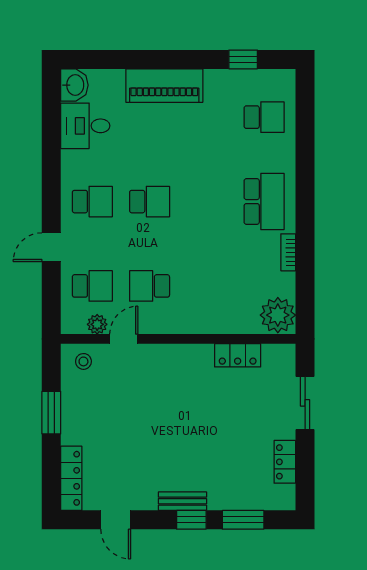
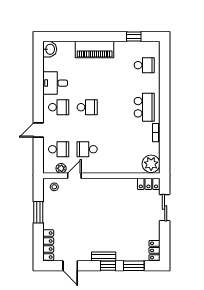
desk: (85, 126) -> (55, 83), moved
locker: (238, 355) -> (148, 184), moved
locker: (285, 462) -> (155, 250), moved

